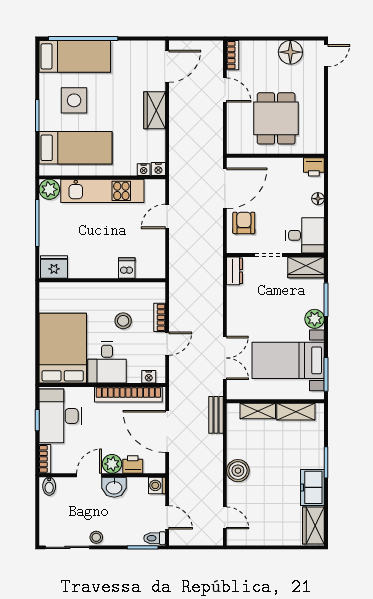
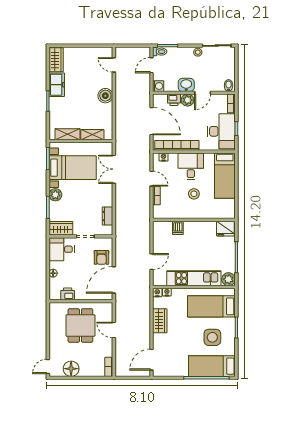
door: (225, 90) -> (114, 330), moved
wardrobe: (155, 110) -> (160, 321), moved
printer: (314, 167) -> (68, 294), moved
dresser: (235, 271) -> (108, 216), moved
stool: (123, 321) -> (194, 194), moved
door: (167, 344) -> (152, 179), swing flipped
bed: (63, 348) -> (225, 176), width x0.67
bench: (216, 415) -> (120, 132), removed
door: (167, 517) -> (152, 65), hinge flipped

